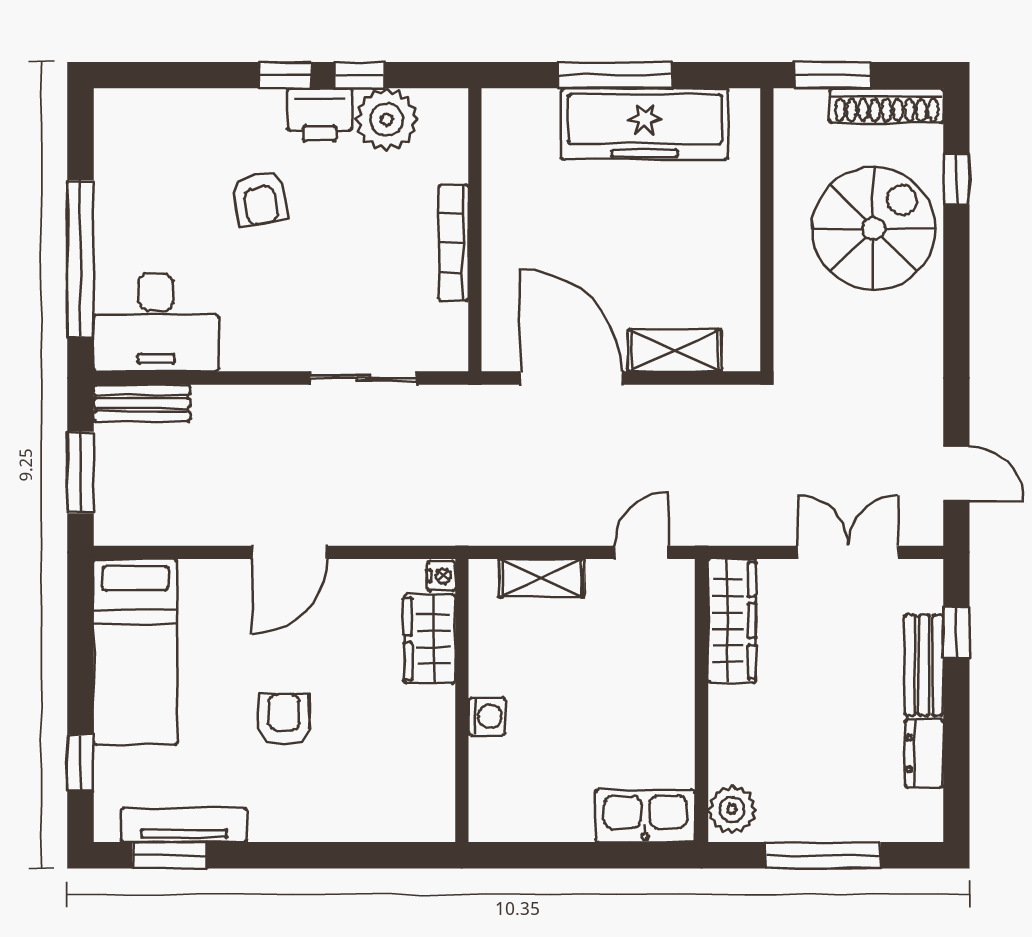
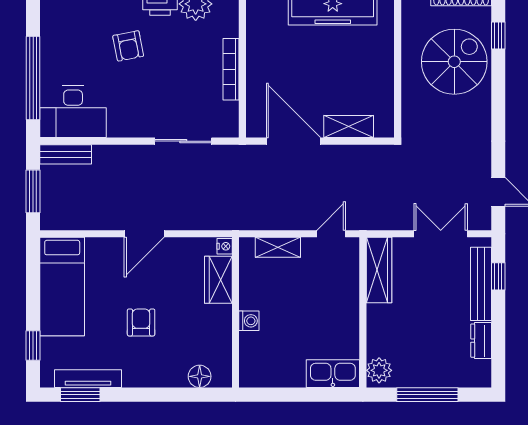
bench: (924, 665) -> (481, 284), width x1.36
floor lamp: (394, 821) -> (200, 376), added

